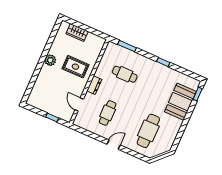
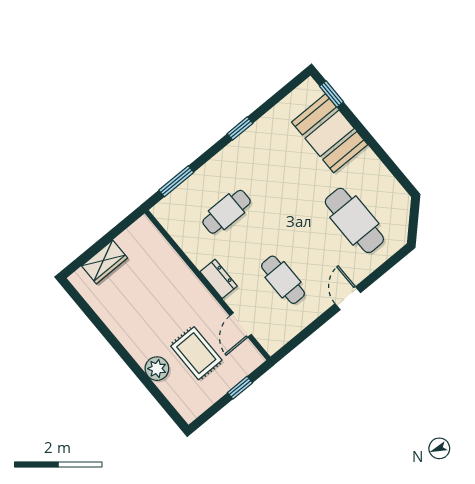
plant: (50, 60) -> (157, 369), moved
rug: (75, 67) -> (196, 353), moved, turned 90
door: (79, 104) -> (241, 325), hinge flipped

